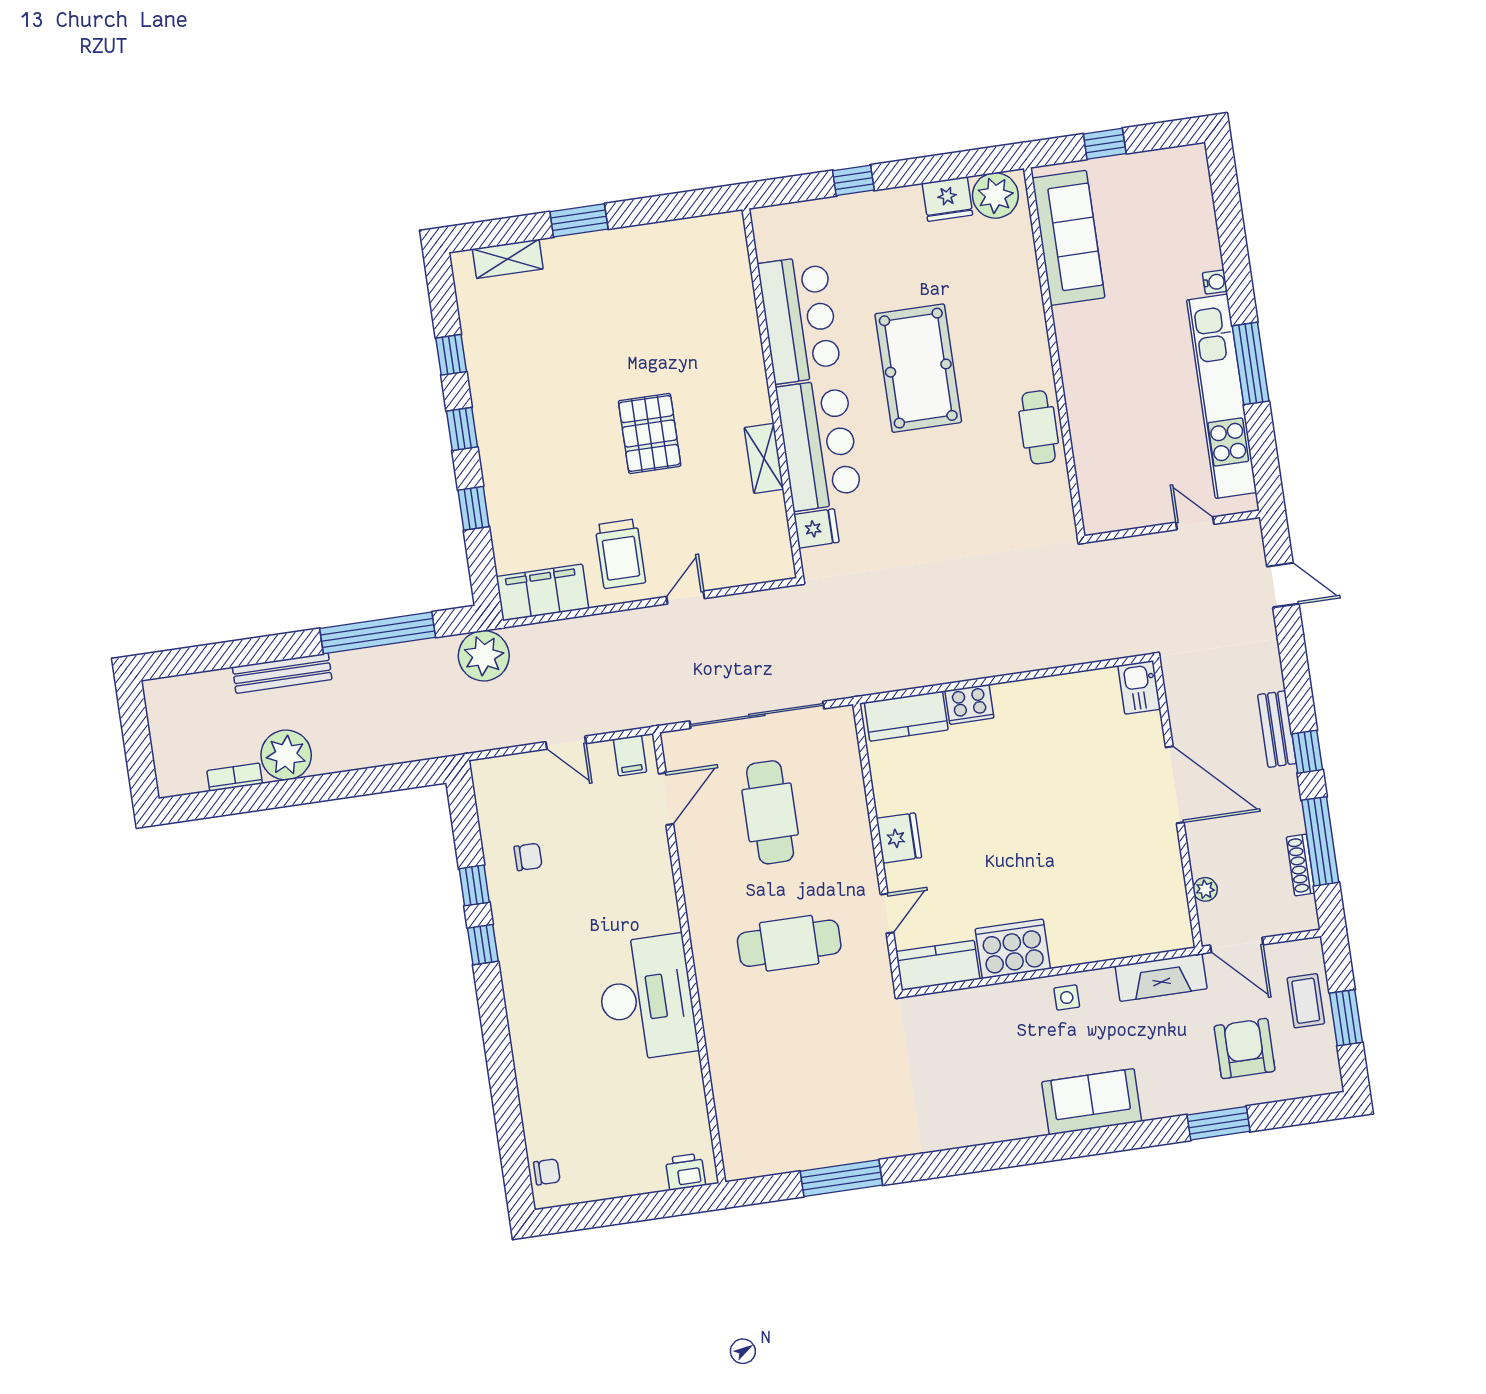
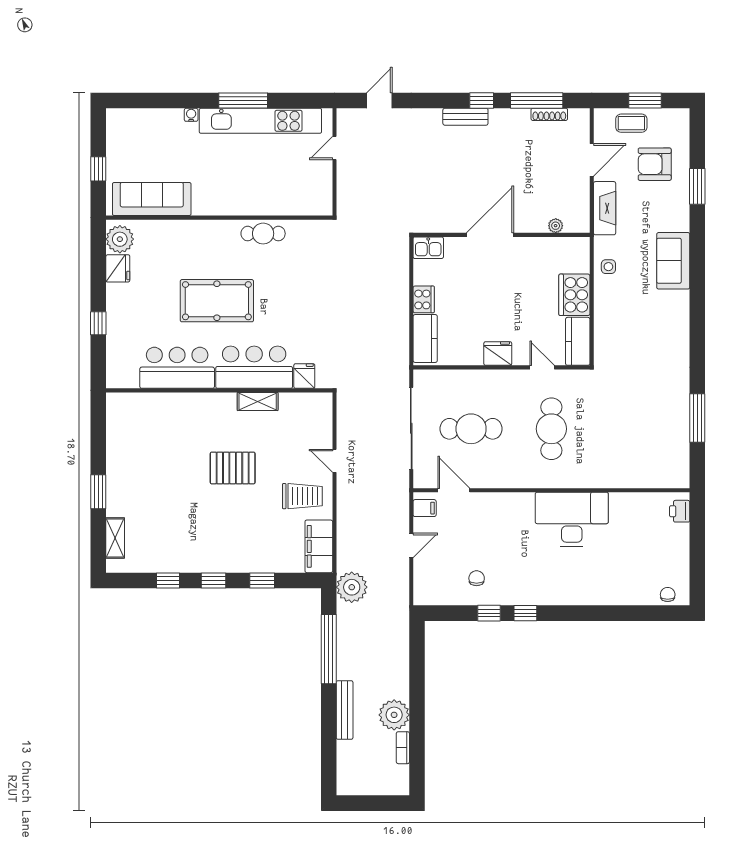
kitchen sink: (1139, 687) -> (428, 248), moved
door: (1175, 785) -> (490, 235), moved
wall: (1177, 804) -> (501, 235), moved
plant: (1205, 889) -> (556, 226), moved

